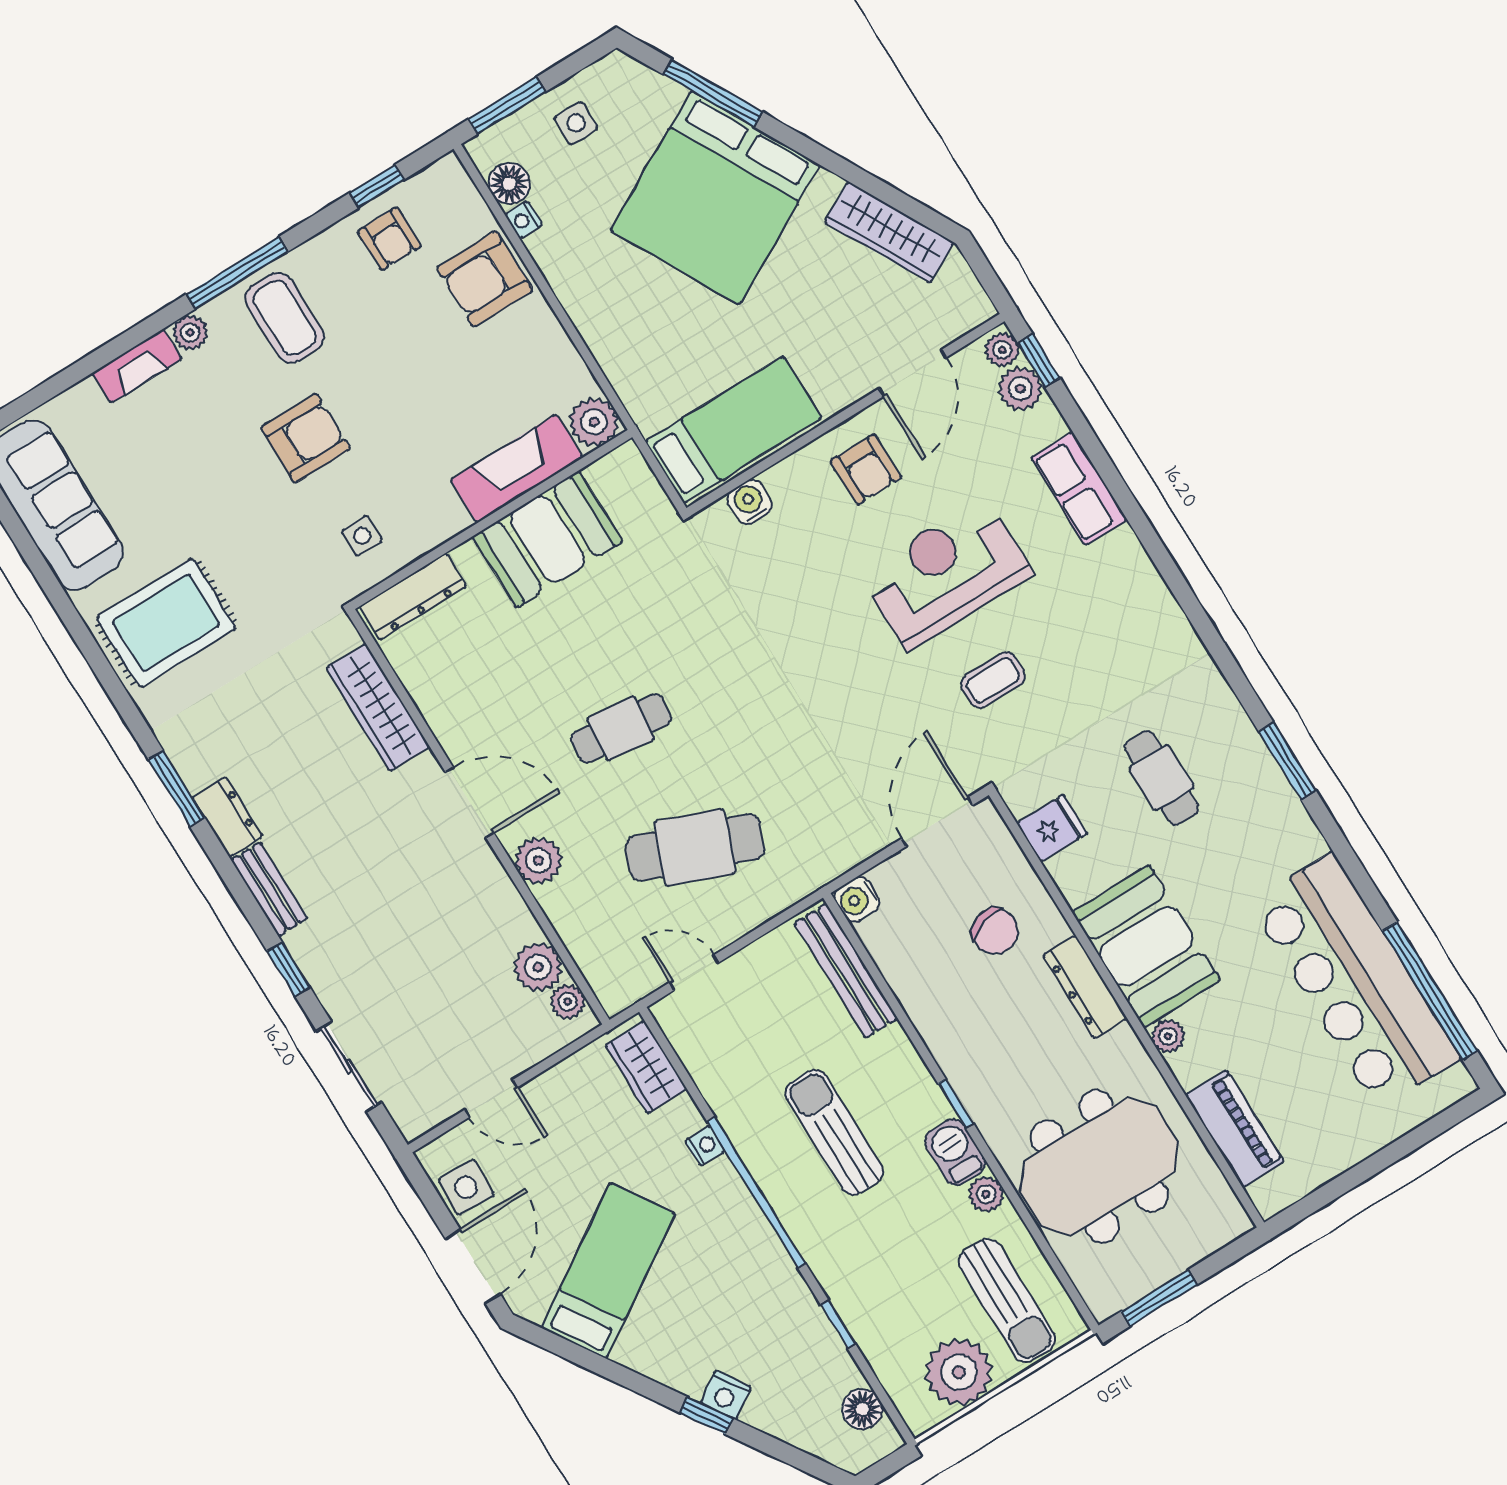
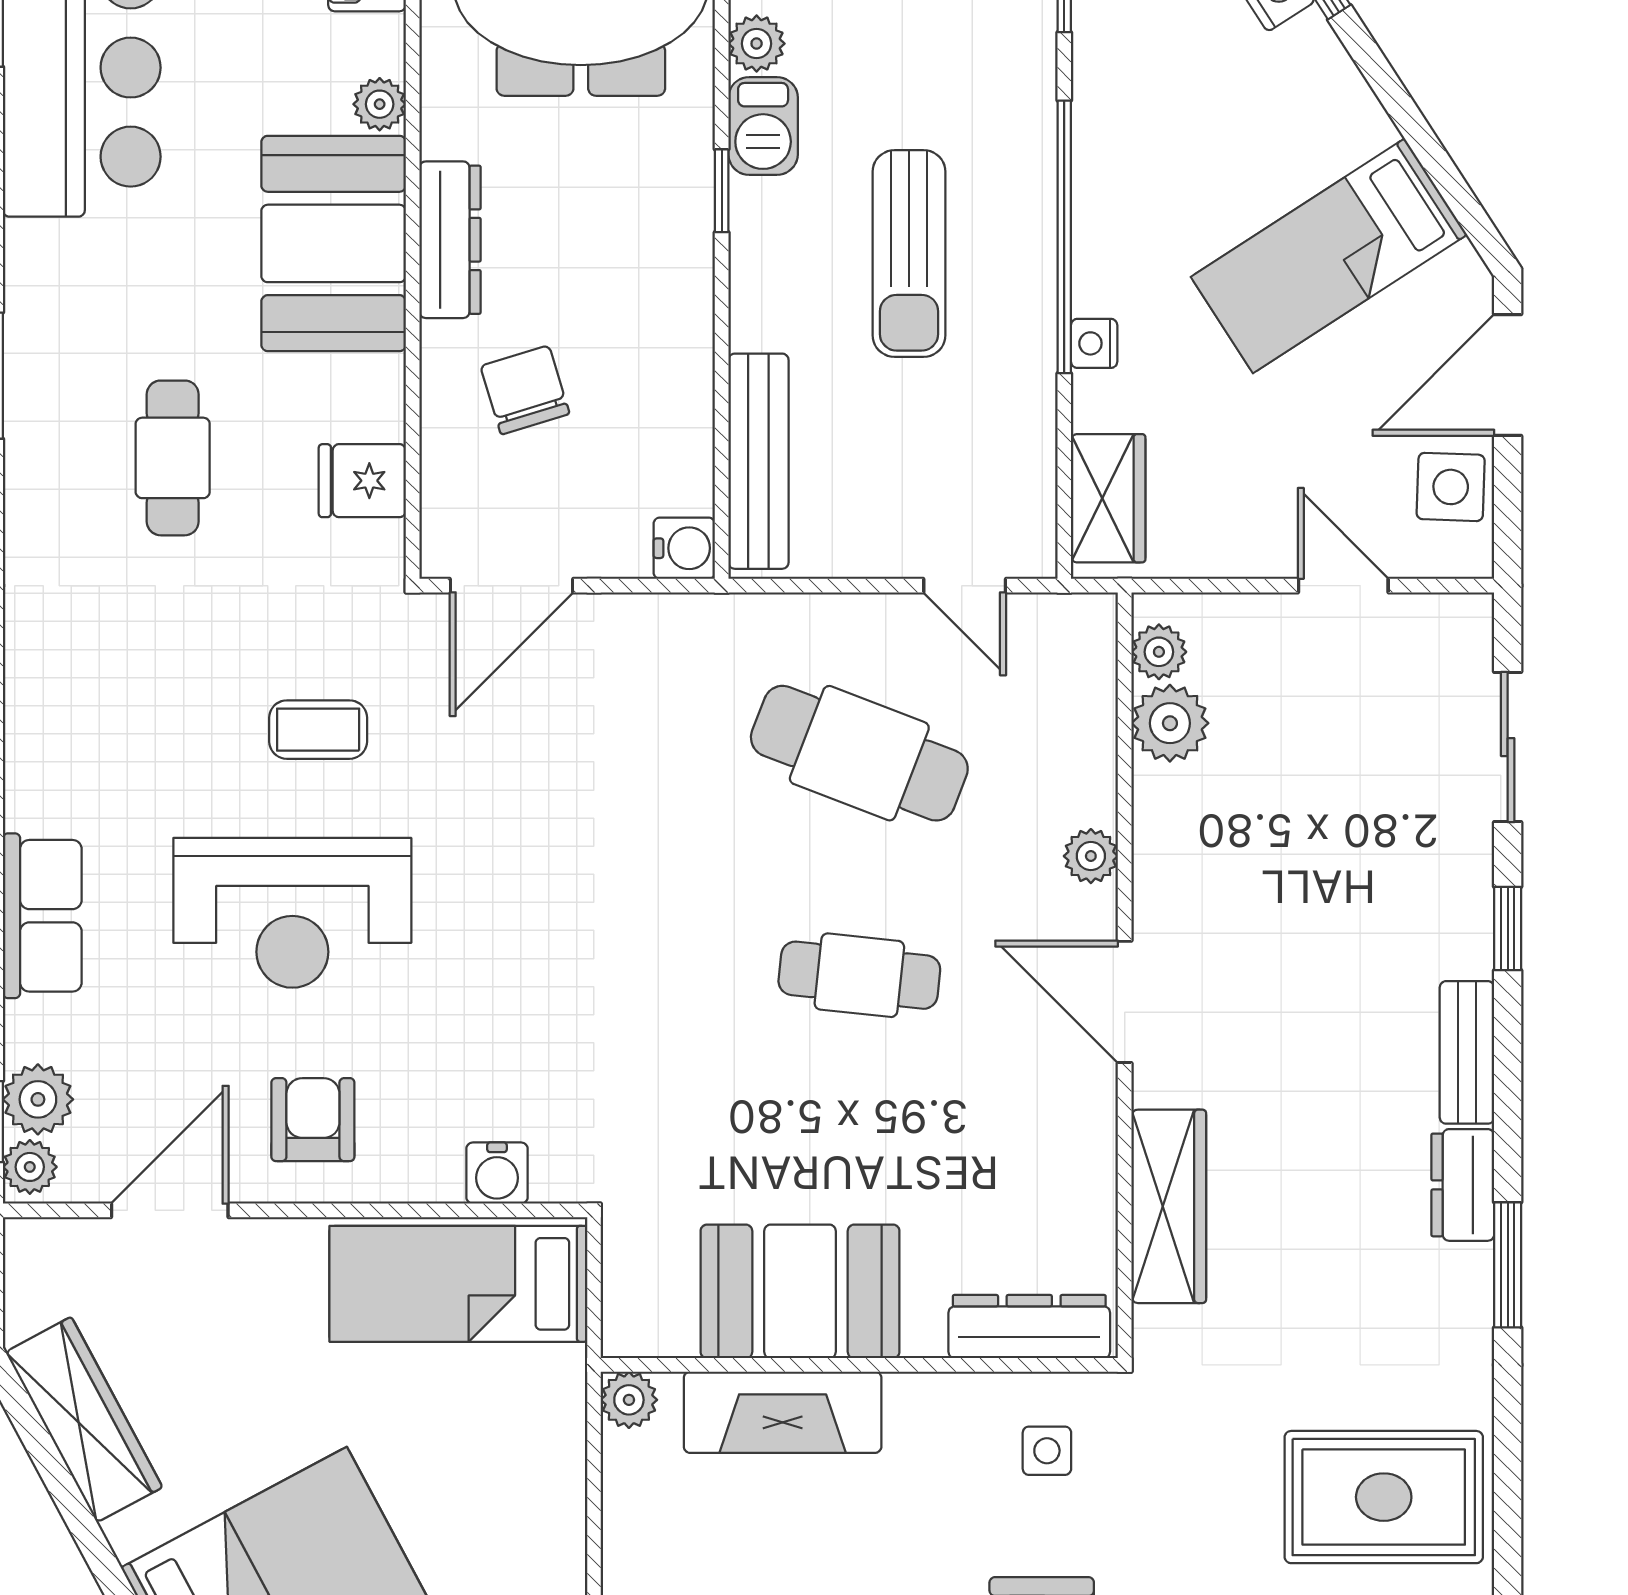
plant: (594, 422) -> (629, 1400), width x0.73, depth x0.73
plant: (538, 861) -> (1091, 856), width x0.73, depth x0.73

